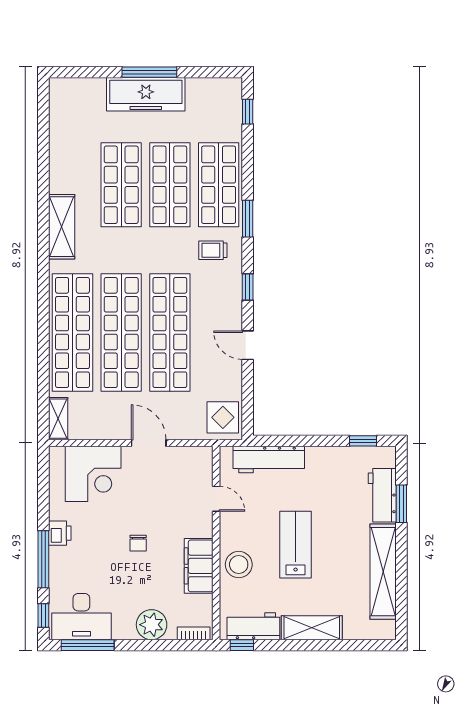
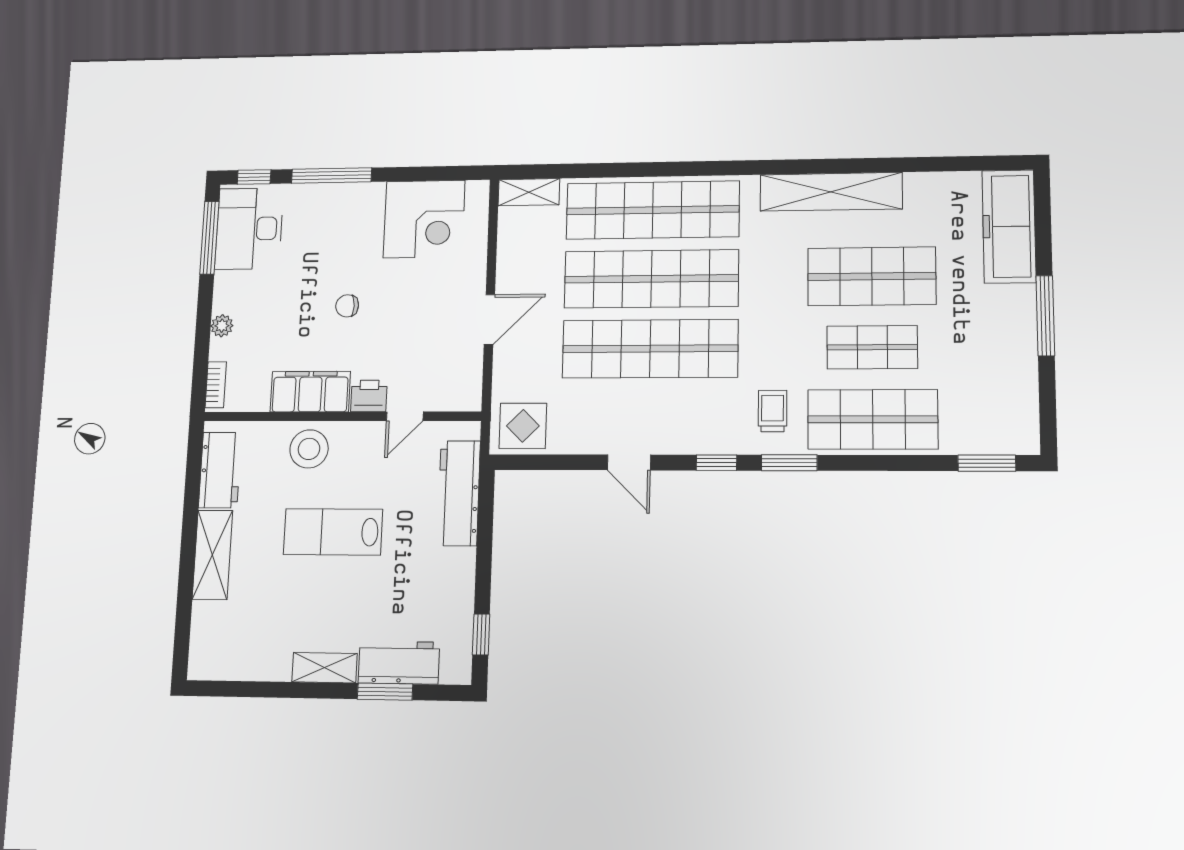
freezer: (146, 94) -> (1009, 226), moved
window: (248, 112) -> (987, 463), width x1.50
shop shelf: (170, 185) -> (872, 347), width x0.70, depth x0.74
window: (248, 219) -> (789, 463), moved
shelving: (62, 227) -> (831, 192), width x1.47
door: (248, 345) -> (629, 462), swing flipped
corner desk: (93, 474) -> (424, 219), moved, turned -90
printer: (60, 533) -> (369, 396), moved, turned 180
lab bench: (296, 545) -> (333, 532), turned 180
shelving: (383, 572) -> (324, 668), width x0.45, depth x0.75
plant: (152, 625) -> (222, 326), width x0.53, depth x0.53
window: (242, 645) -> (195, 453), removed

